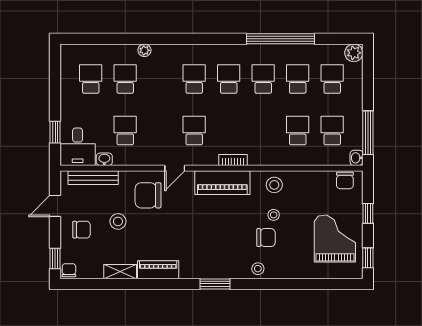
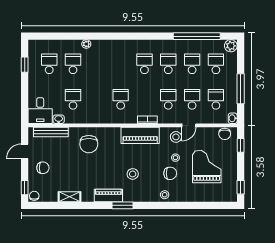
window: (280, 39) -> (197, 36), moved
school desk: (194, 79) -> (168, 99), moved
window: (55, 132) -> (25, 65), moved
window: (368, 133) -> (241, 89), moved
door: (175, 168) -> (189, 125), moved
chair: (148, 195) -> (89, 144), turned -90
window: (368, 213) -> (241, 145), moved
stool: (118, 221) -> (133, 174), moved
grand piano: (335, 238) -> (207, 167), moved
piano: (158, 270) -> (108, 195), moved
window: (215, 284) -> (122, 205), moved

